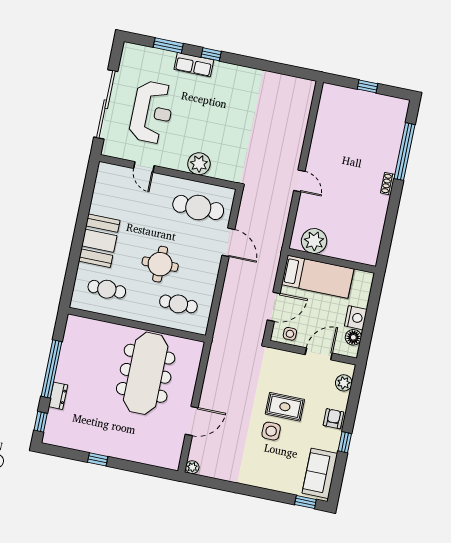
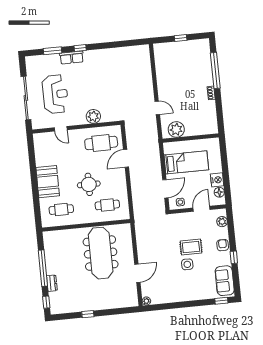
plant: (314, 241) -> (176, 129), moved
door: (228, 242) -> (126, 158), swing flipped
wall: (332, 261) -> (191, 138), moved

